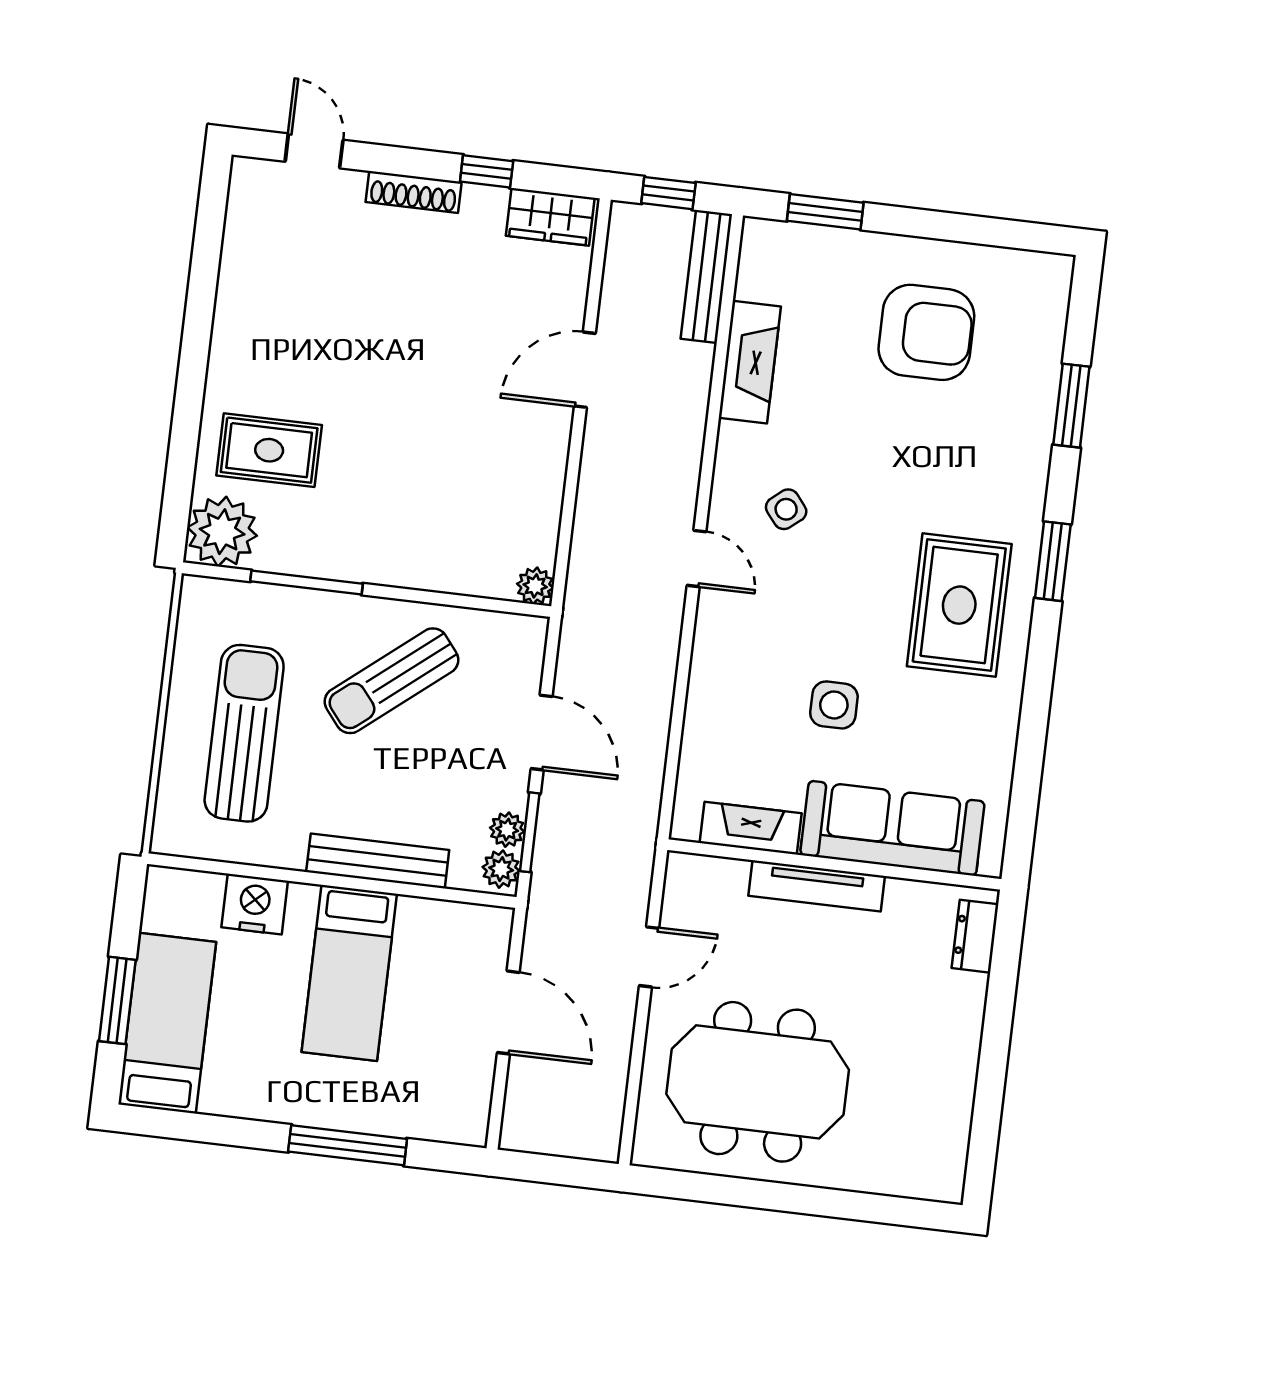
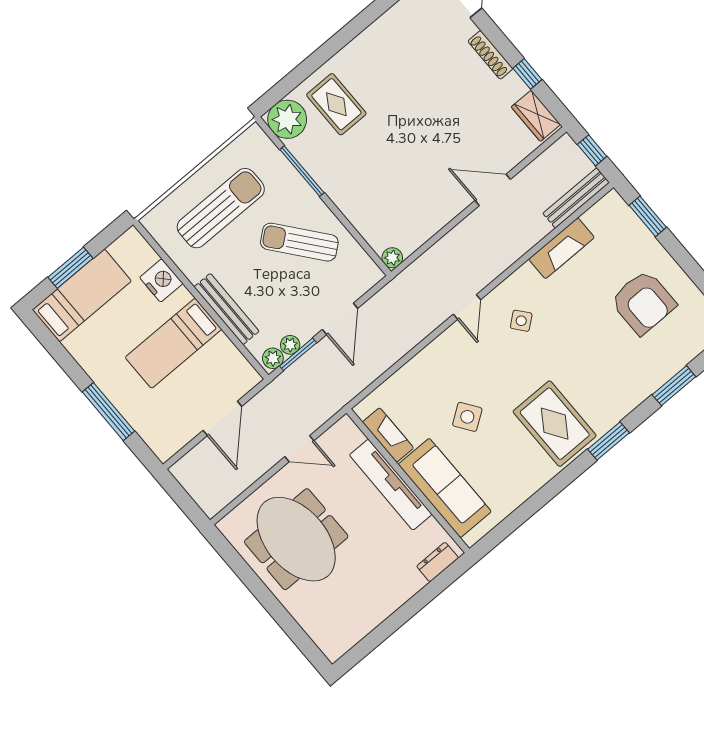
rug: (959, 605) -> (555, 424), turned 90
side table: (834, 705) -> (467, 417), turned -35
tv unit: (817, 886) -> (391, 485), width x1.36, depth x1.29

